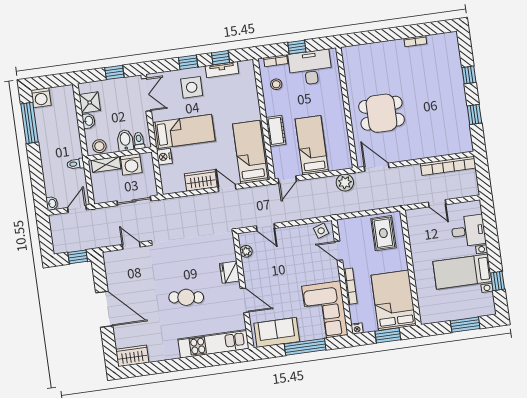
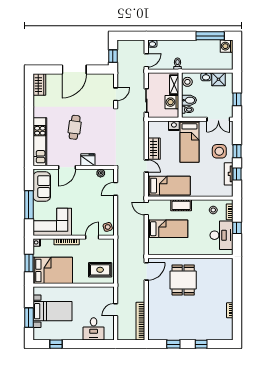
plant: (345, 183) -> (139, 248), removed
door: (227, 188) -> (146, 166), hinge flipped
door: (77, 209) -> (146, 60), hinge flipped
bed with nightstands: (462, 272) -> (52, 311), moved, turned 90

